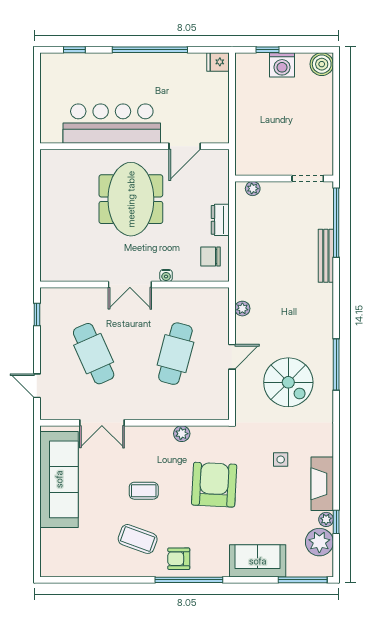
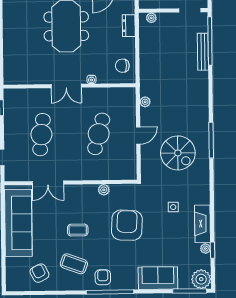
dresser: (220, 220) -> (129, 26), moved
bench: (326, 256) -> (203, 52), moved
cafe table: (94, 354) -> (41, 135), turned 30
plant: (319, 542) -> (201, 279), moved
armchair: (88, 552) -> (39, 273), added
armchair: (179, 559) -> (103, 277), turned 90

